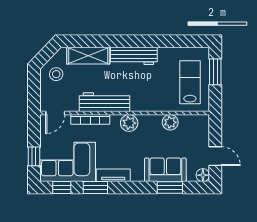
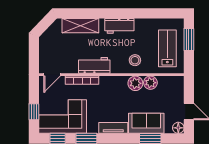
workbench: (134, 56) -> (119, 26), width x0.73
stool: (56, 74) -> (135, 60), moved
workbench: (104, 102) -> (94, 65), width x0.73
plant: (129, 123) -> (135, 83), moved
tv unit: (113, 175) -> (113, 128), moved

